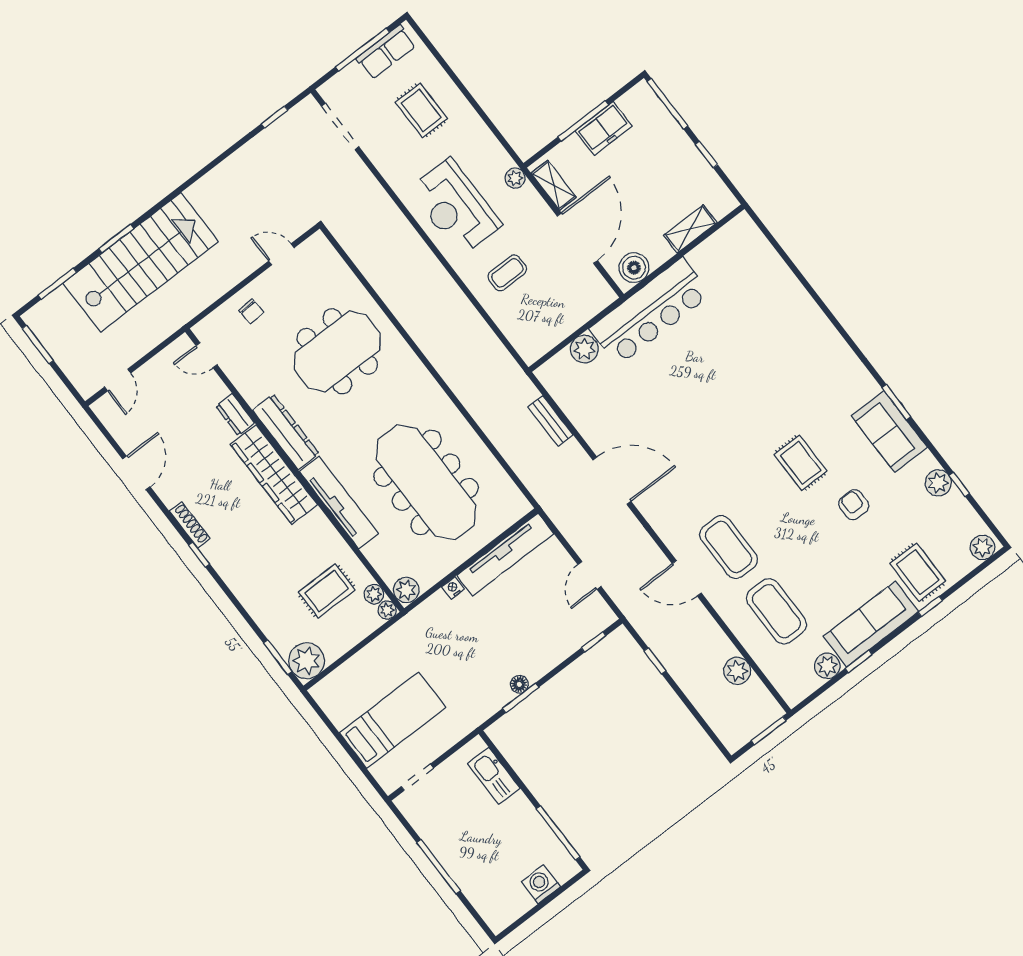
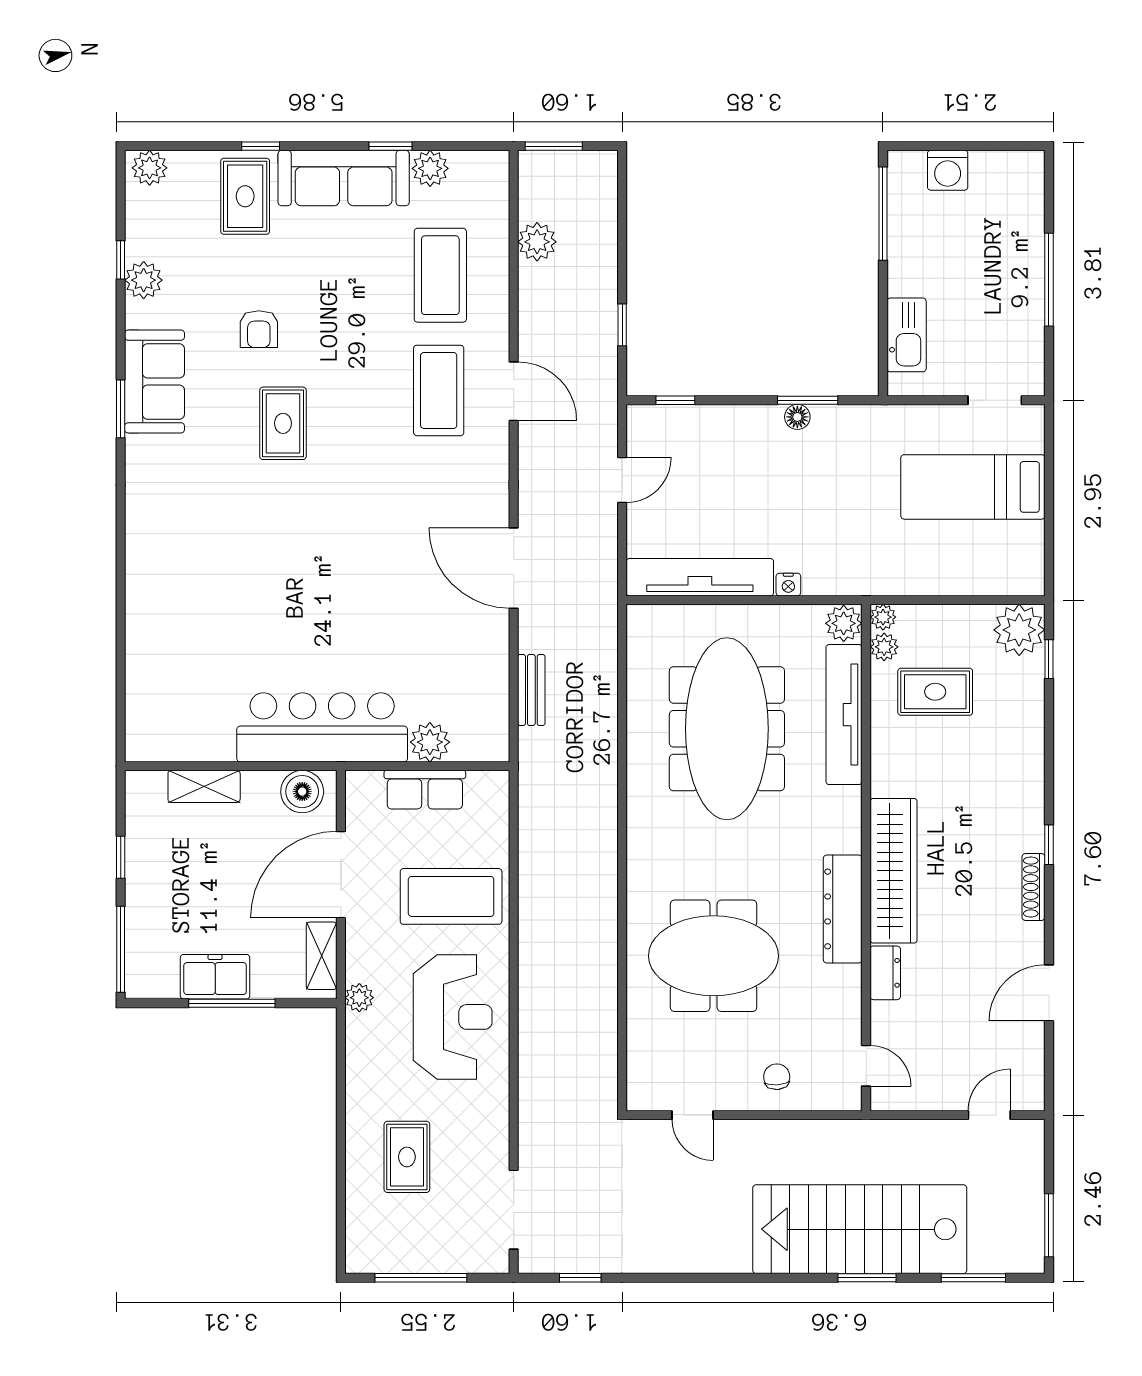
row of seats: (386, 52) -> (425, 790), moved, turned 180
coffee table: (507, 273) -> (451, 896), width x1.86, depth x1.72
tv unit: (339, 503) -> (844, 715), moved
window: (278, 657) -> (1049, 659), width x0.67

